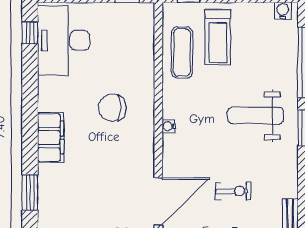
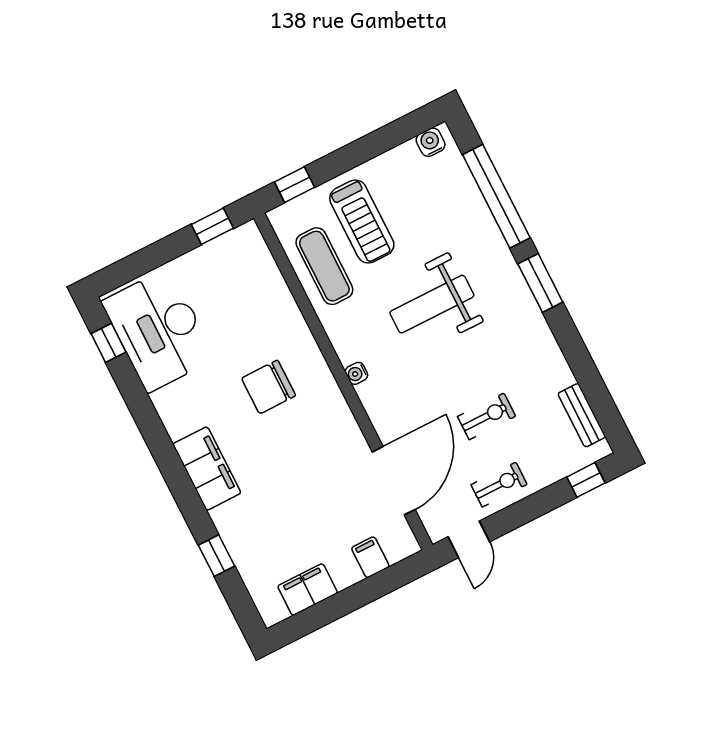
weight bench: (256, 116) -> (432, 304), moved
window: (30, 192) -> (216, 556), width x0.67

